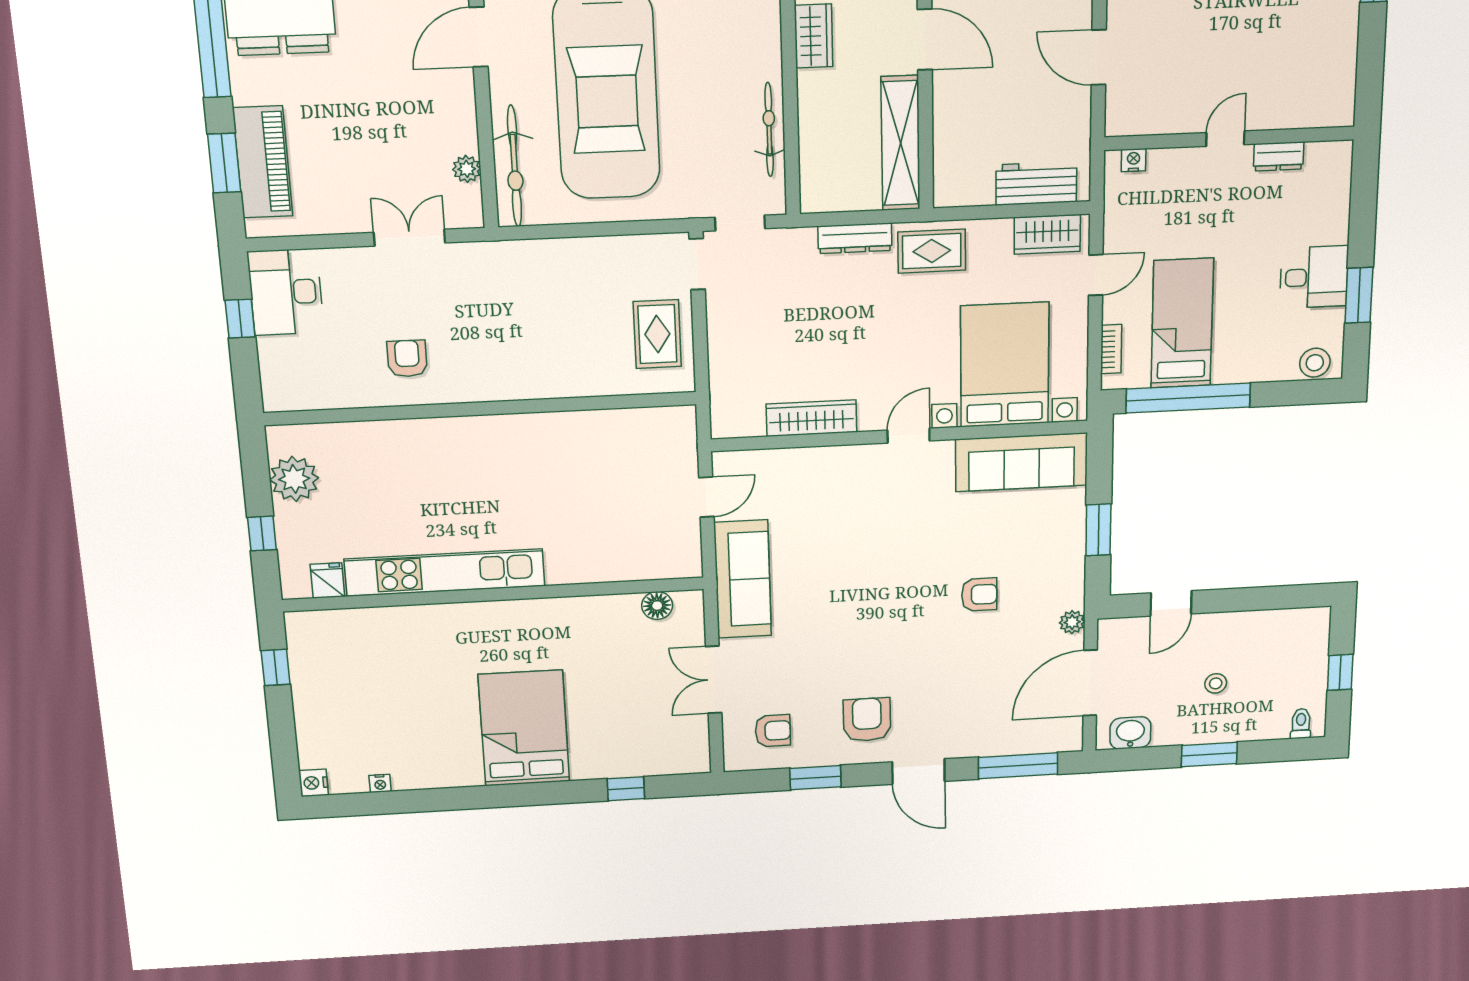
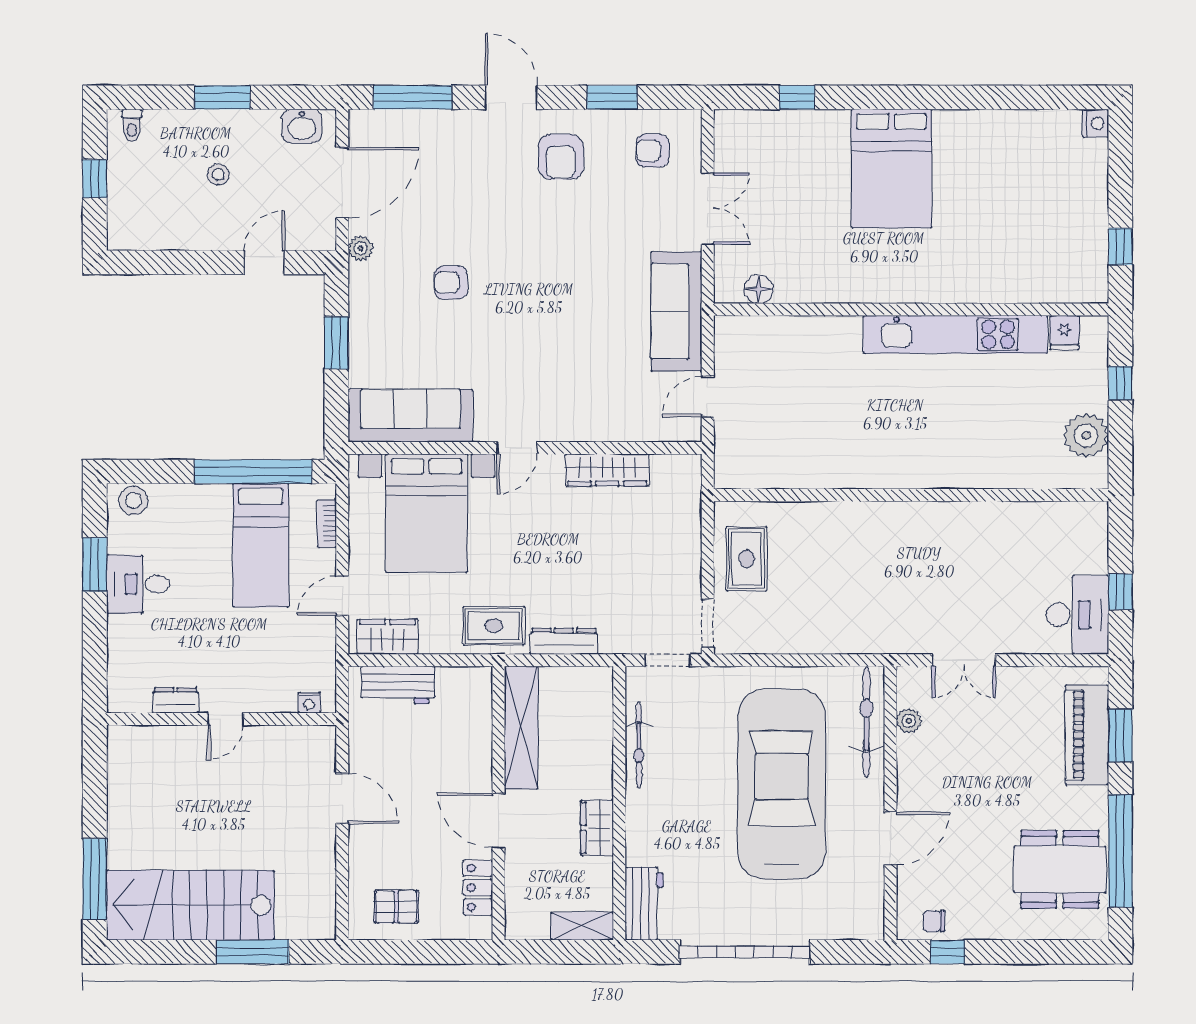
armchair: (407, 359) -> (974, 547), removed
nightstand: (380, 783) -> (1032, 118), removed

